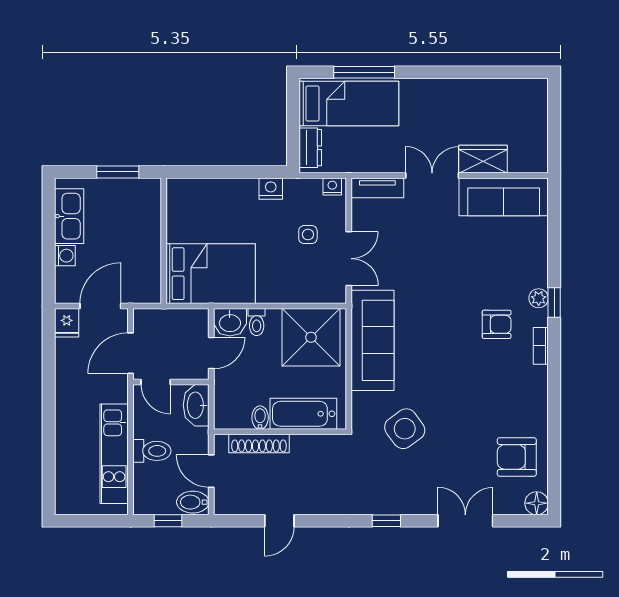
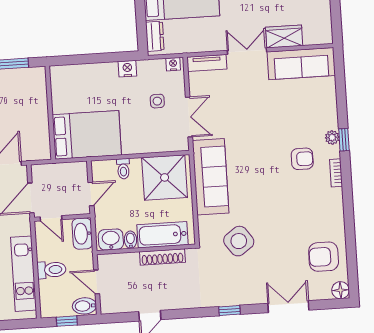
washbasin: (230, 322) -> (111, 239), moved, turned 180
shoe rack: (259, 443) -> (162, 257), moved

